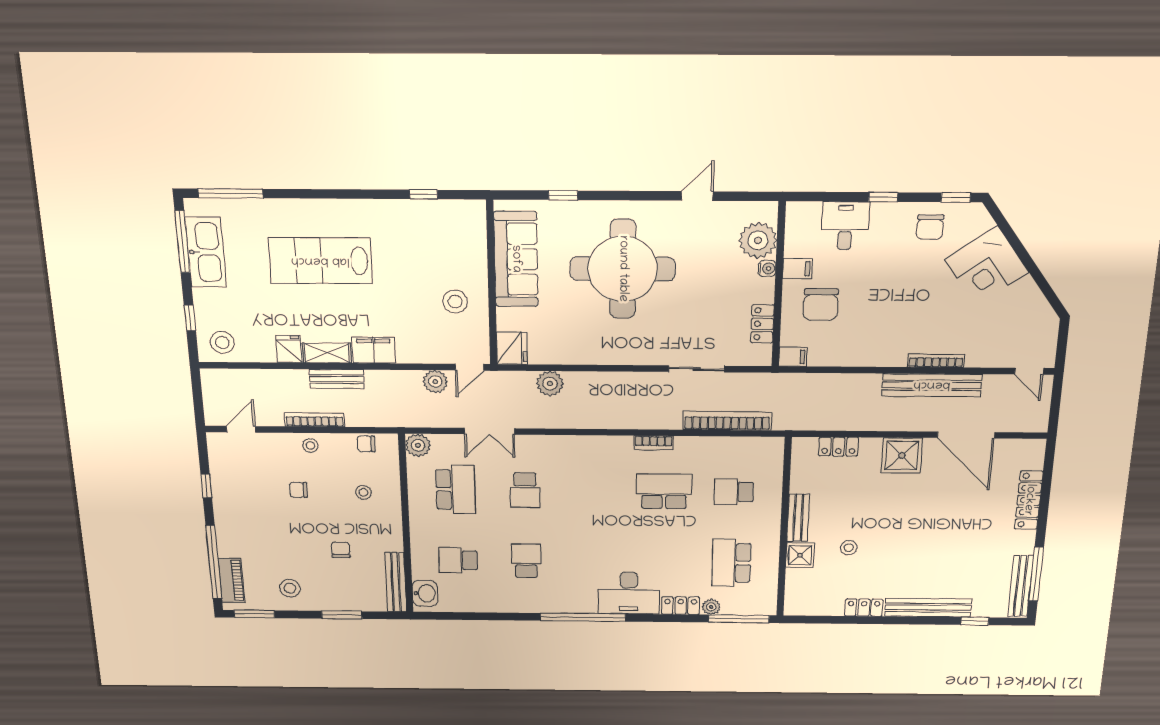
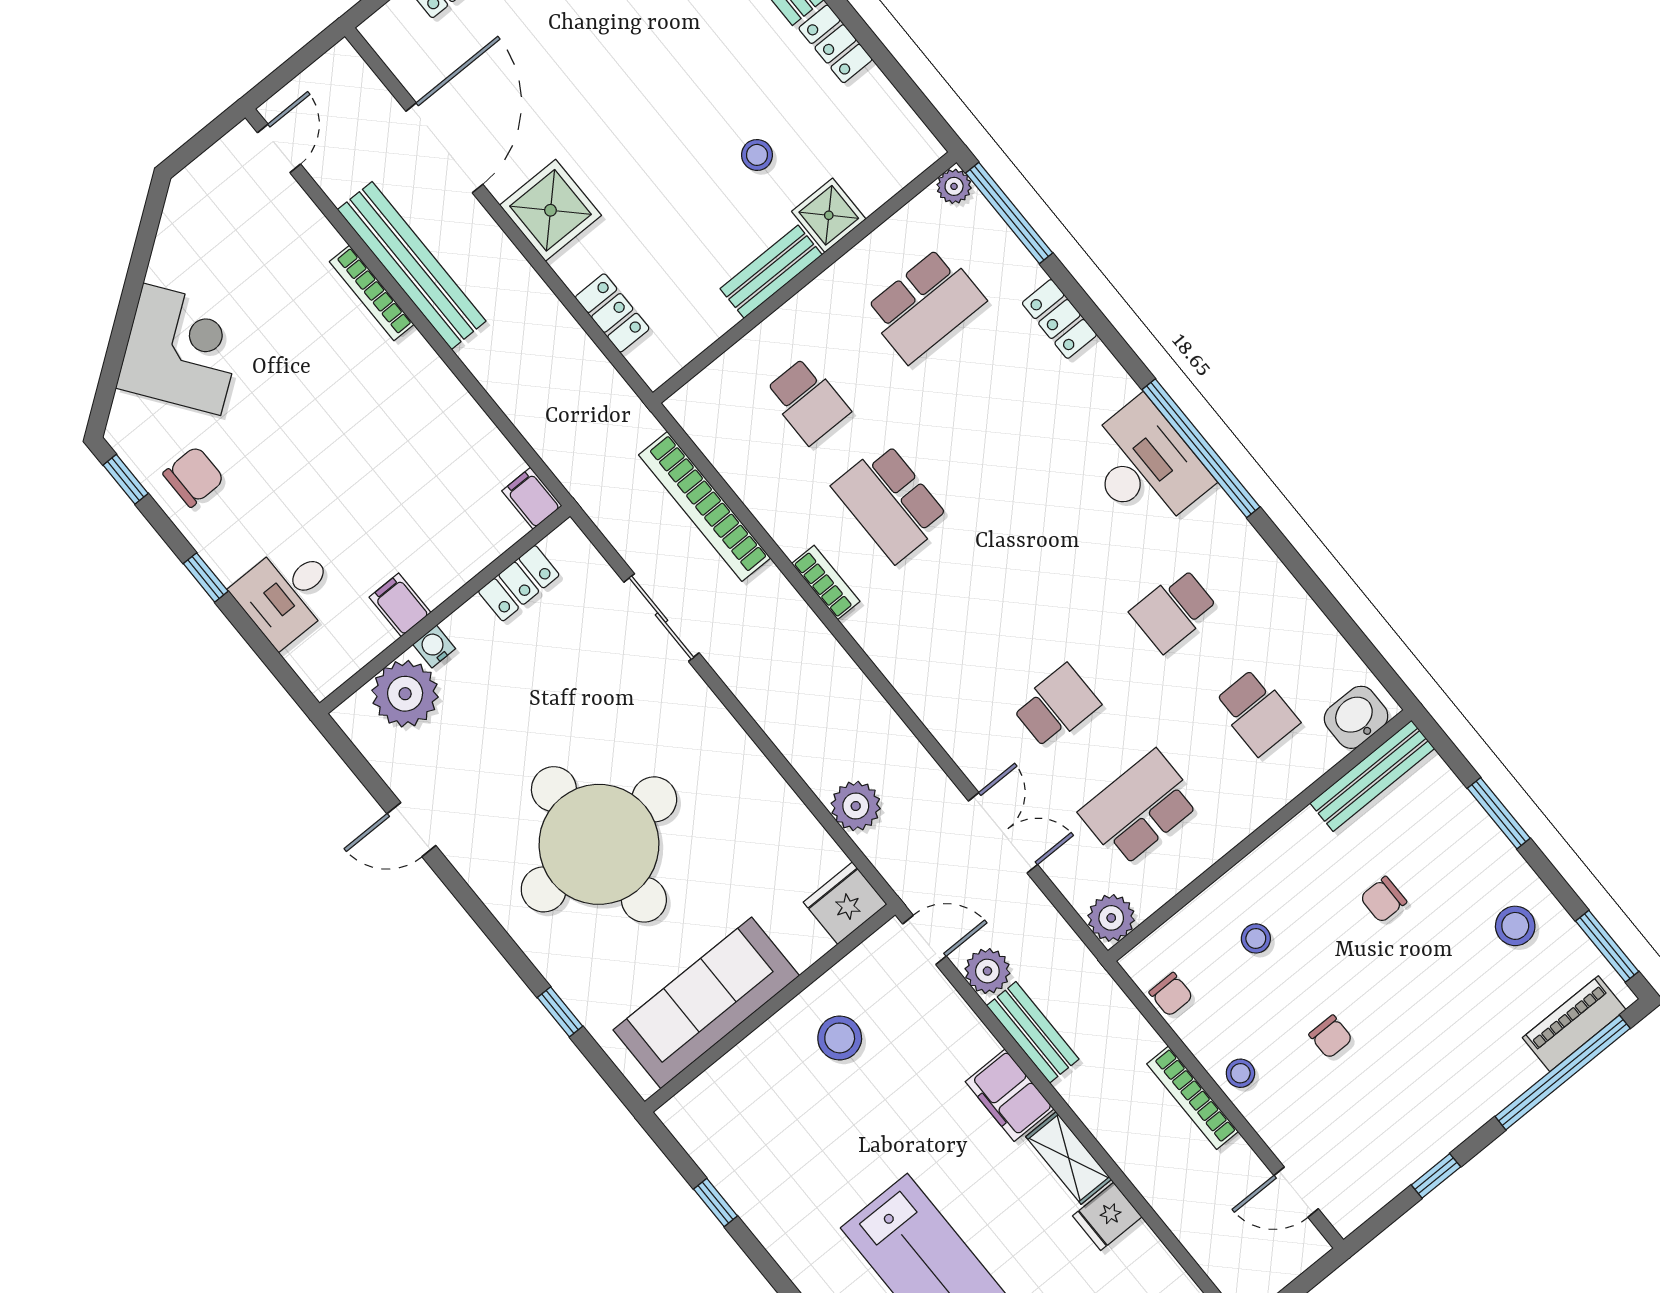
chair: (821, 304) -> (424, 527), removed
bench: (337, 379) -> (1033, 1032), moved
desk: (629, 593) -> (1145, 466), moved
plant: (711, 607) -> (954, 186), moved

